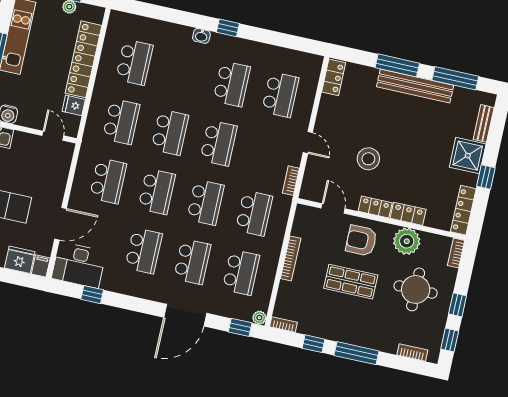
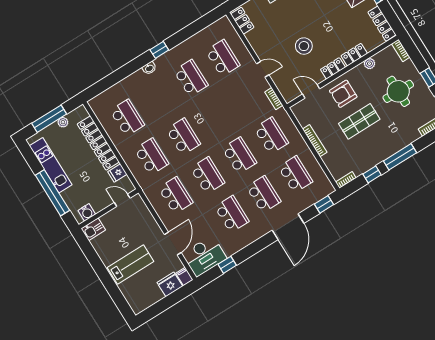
school desk: (219, 143) -> (215, 117), removed
plant: (407, 241) -> (369, 64), width x0.53, depth x0.53
plant: (259, 318) -> (329, 189), removed

